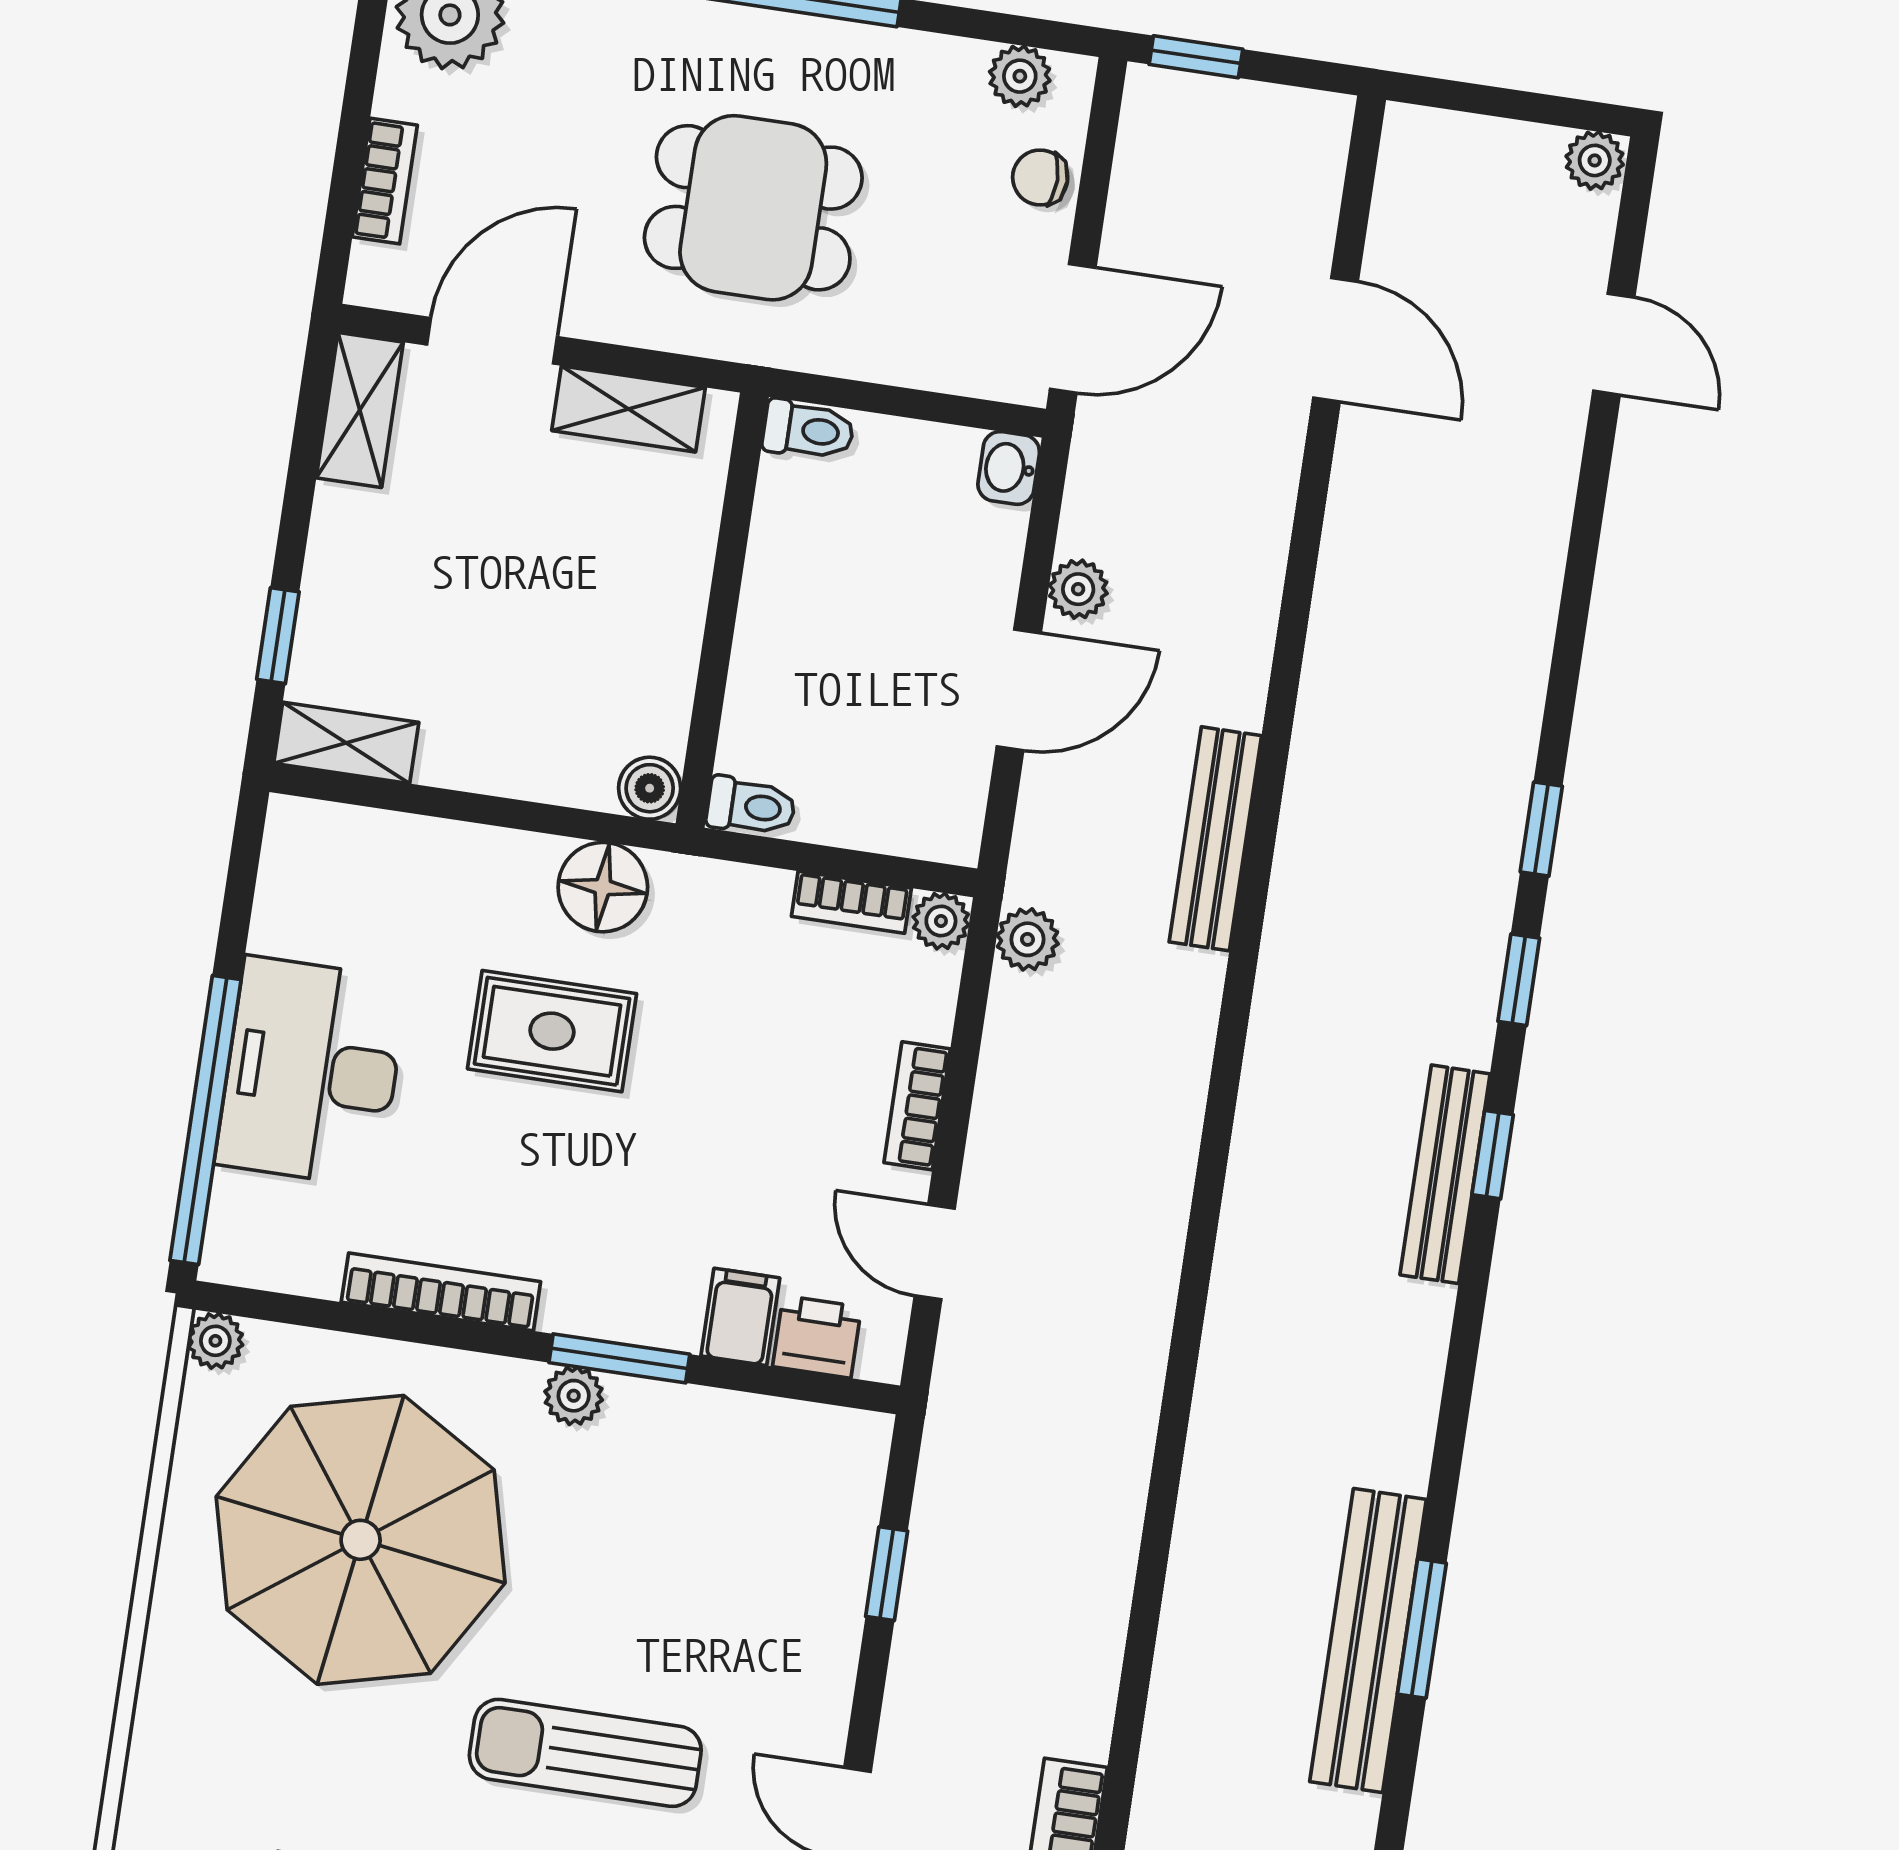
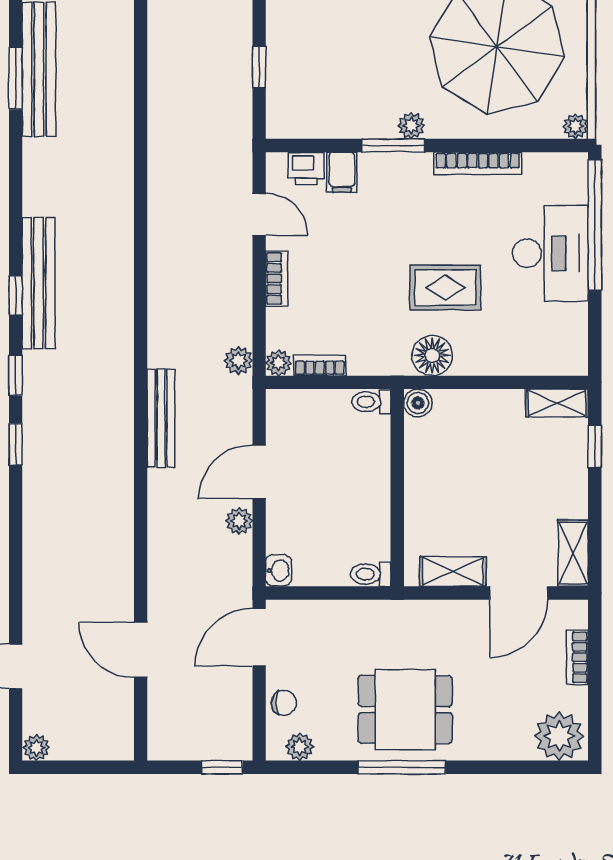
dining table: (753, 208) -> (405, 709), moved
bench: (1445, 1174) -> (39, 283), width x1.37, depth x1.21

